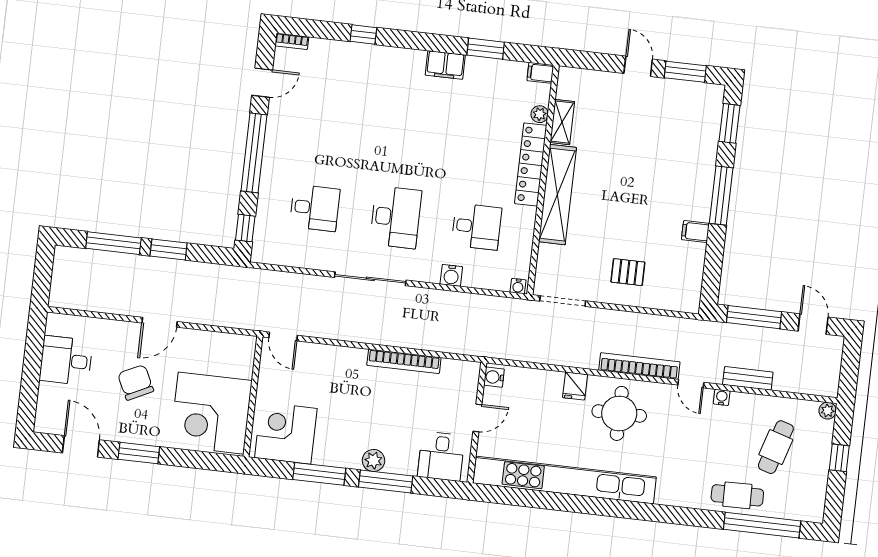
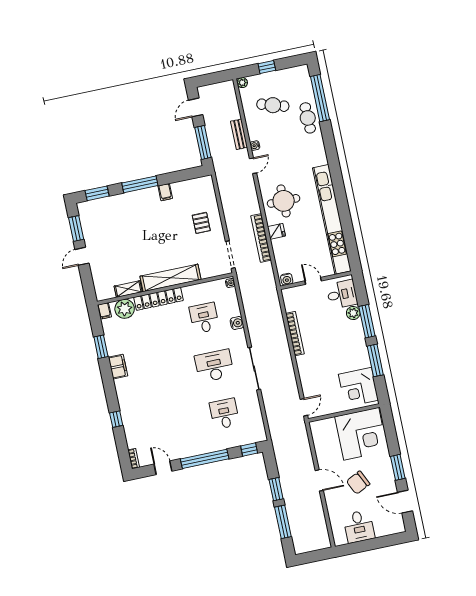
plant: (540, 114) -> (125, 309), width x1.87, depth x1.87
bookcase: (639, 366) -> (261, 238), moved
door: (81, 446) -> (405, 502), hinge flipped
plant: (374, 460) -> (353, 313), moved

